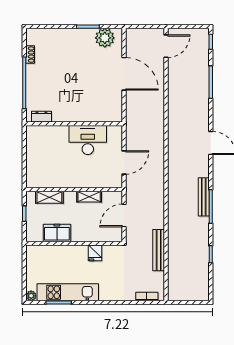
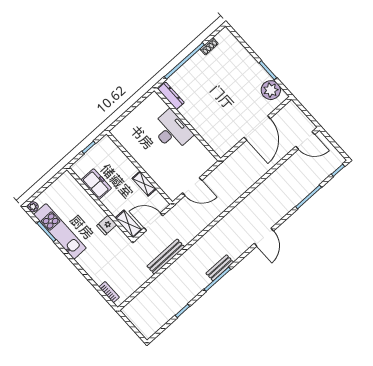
dresser: (41, 117) -> (171, 96), width x1.44
desk: (88, 140) -> (172, 131), moved
shelving: (49, 197) -> (129, 224), moved
bench: (204, 197) -> (220, 268), width x0.73
bench: (159, 250) -> (166, 257), moved

